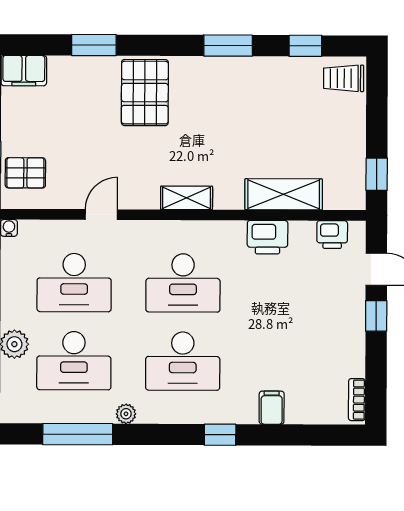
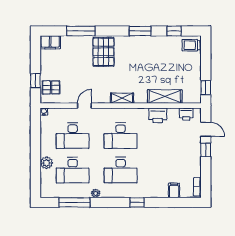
window: (94, 45) -> (81, 31), width x1.44
filing cabinet: (272, 408) -> (174, 190), moved

